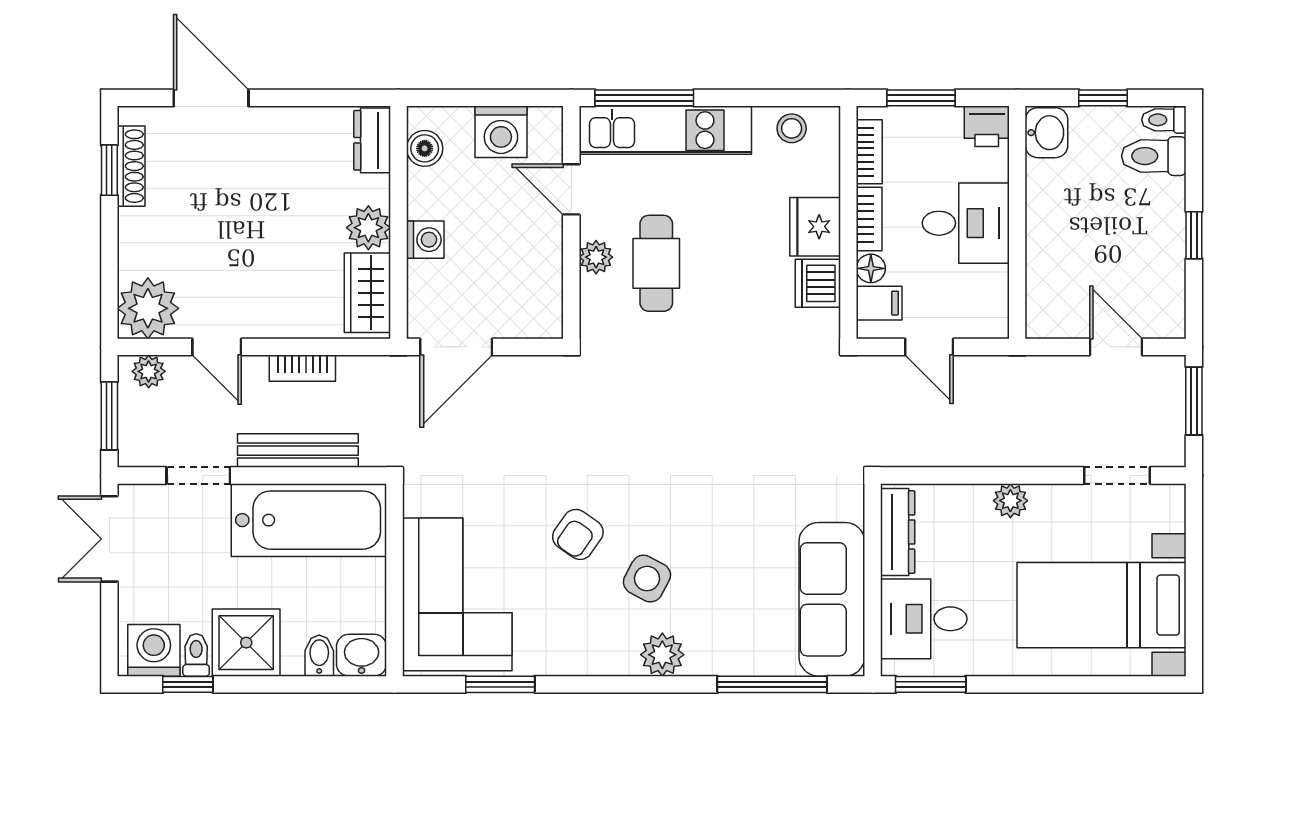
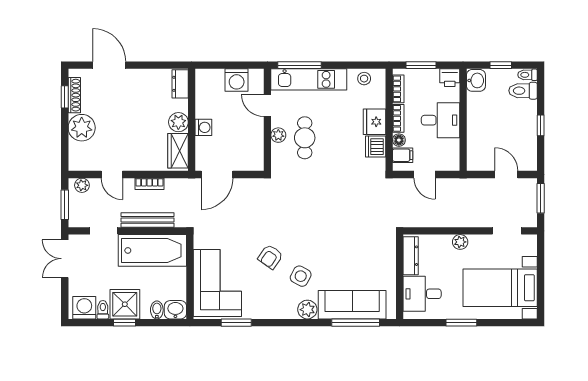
boiler: (425, 148) -> (203, 87), removed
plant: (148, 308) -> (82, 128), moved
sofa: (832, 599) -> (352, 305), moved, turned 90
window: (188, 684) -> (125, 323), moved
window: (931, 684) -> (461, 323), moved

